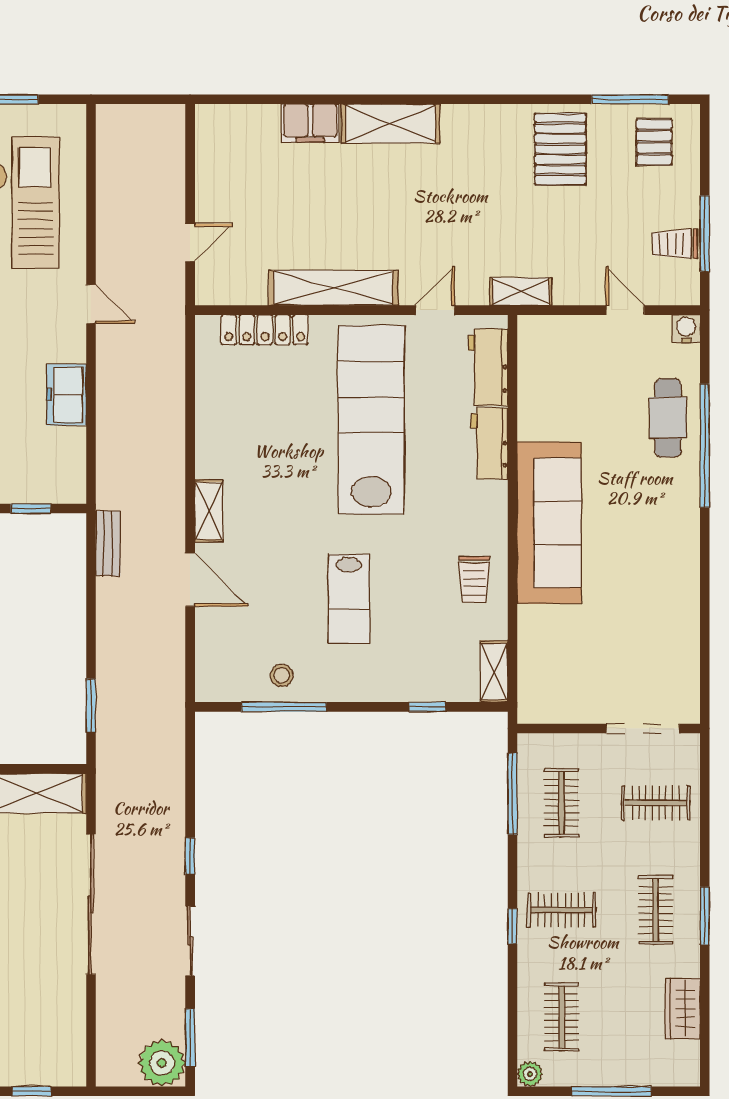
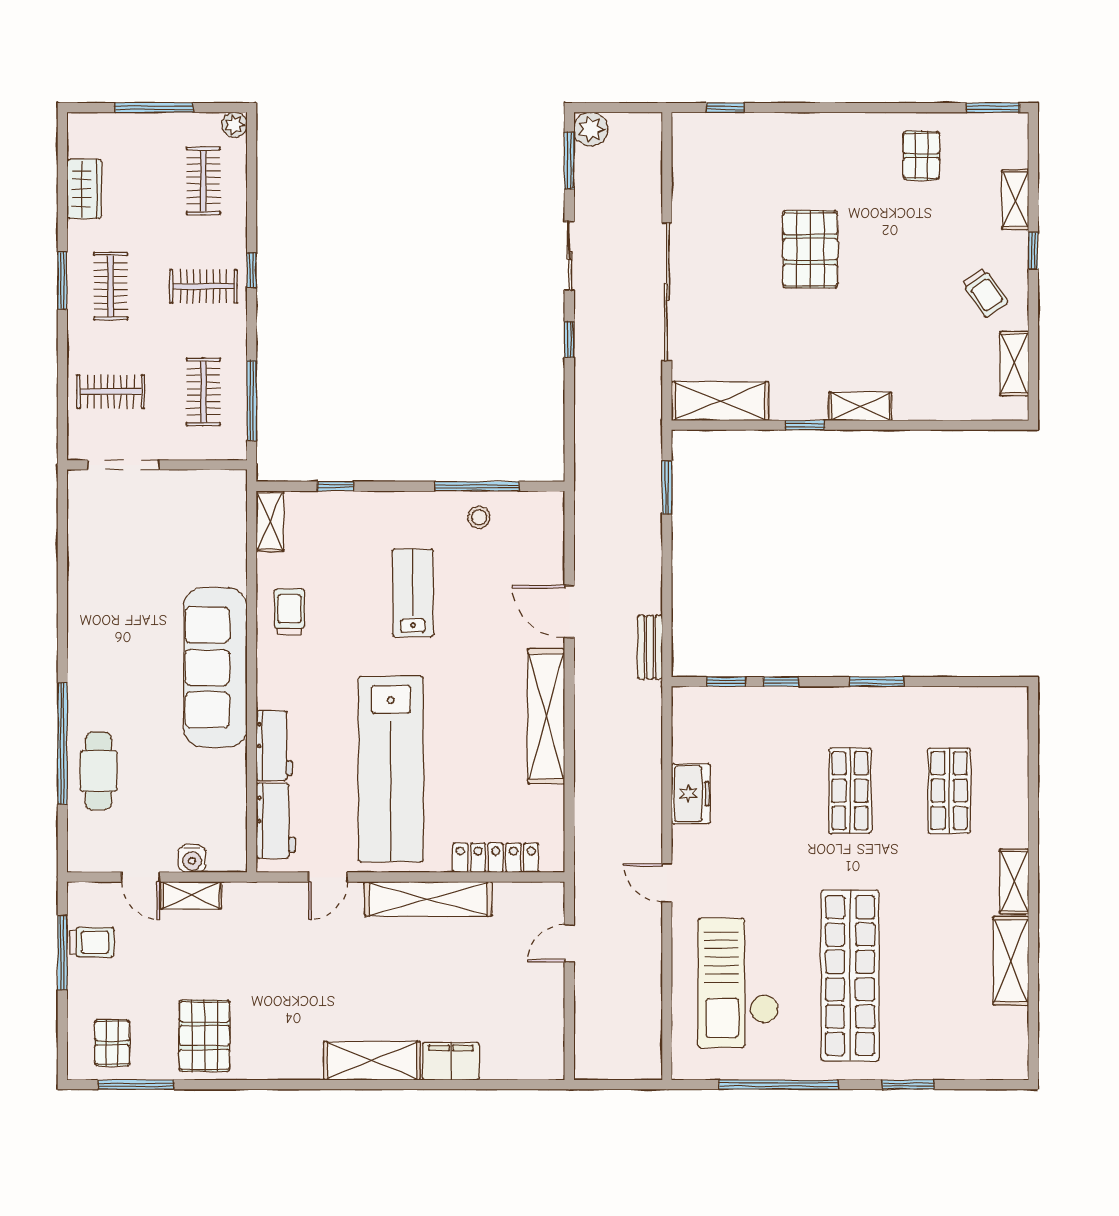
shelving: (521, 292) -> (191, 895), moved
water cooler: (686, 329) -> (192, 859), moved
shelving: (209, 511) -> (546, 716), width x2.20, depth x1.33
plant: (162, 1063) -> (591, 129), width x0.73, depth x0.73

